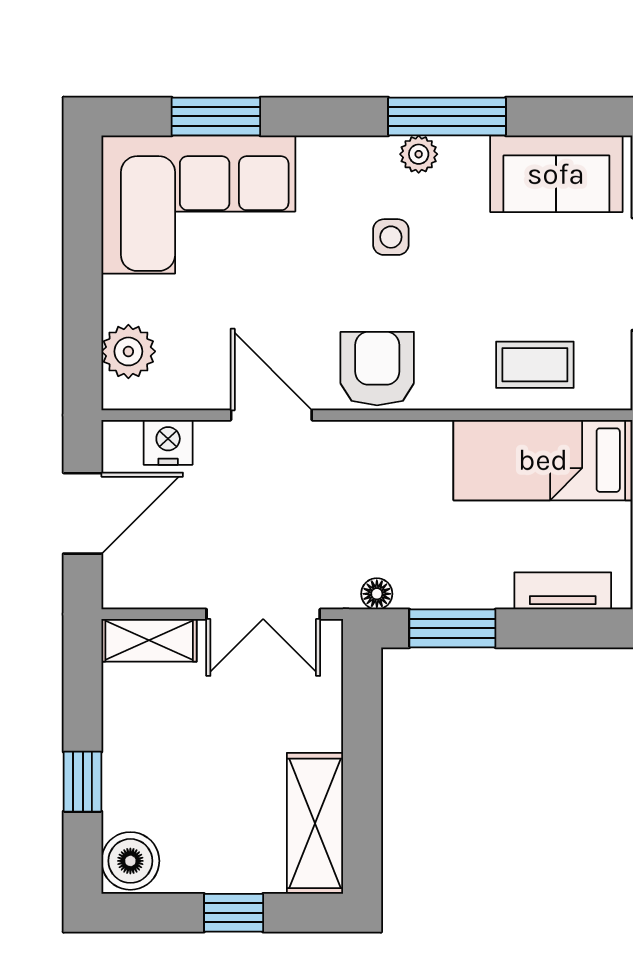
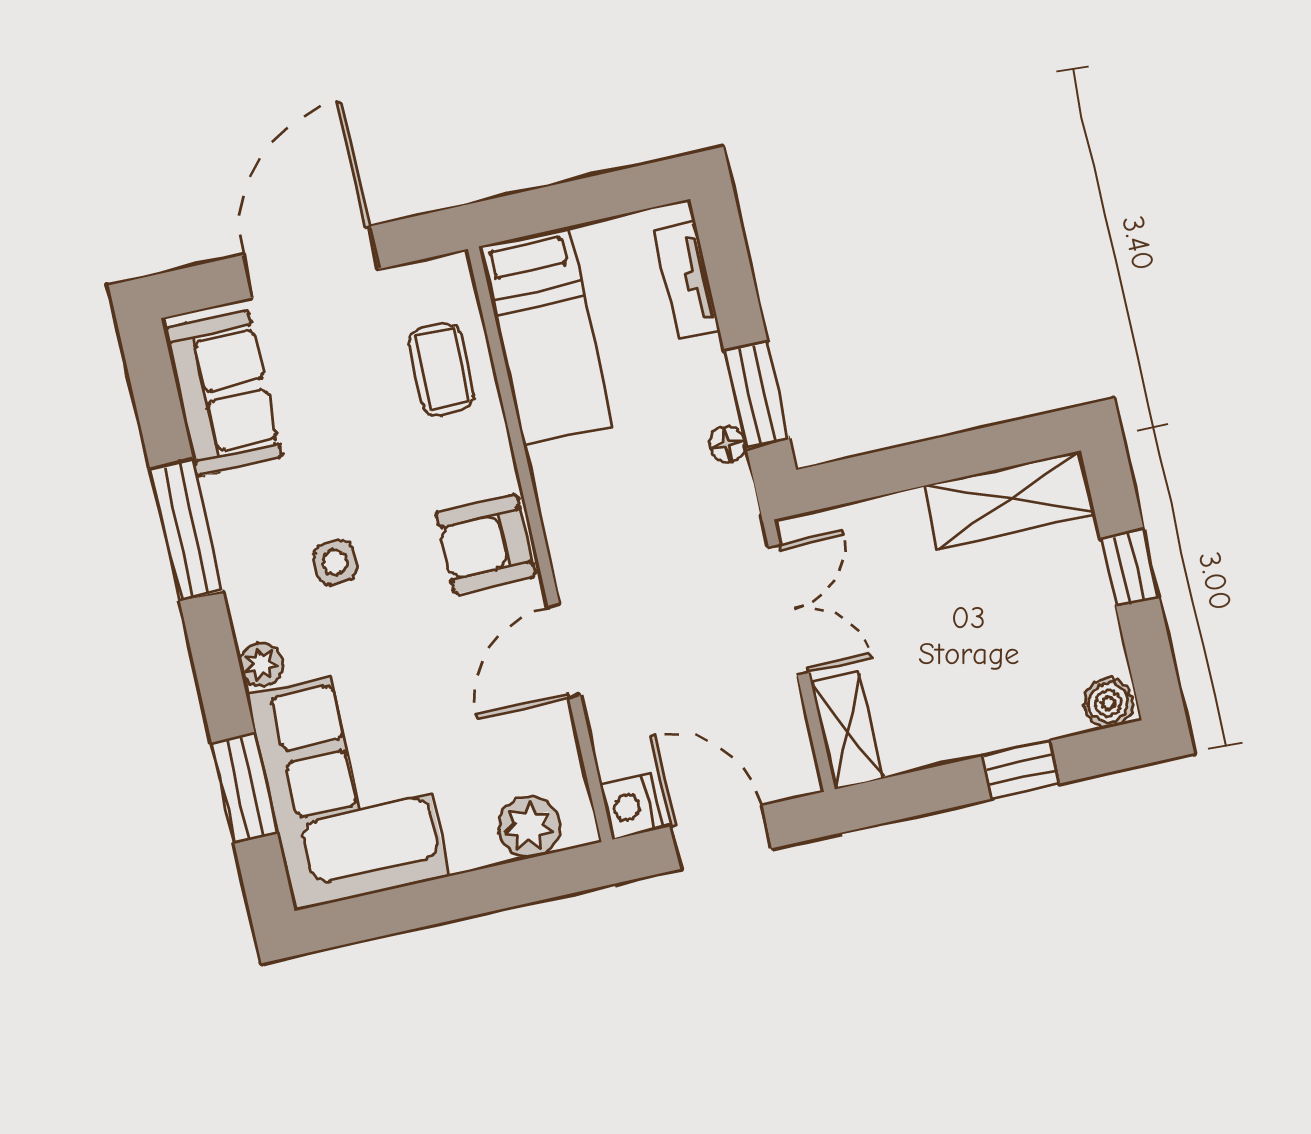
plant: (419, 154) -> (261, 665), moved
nightstand: (168, 442) -> (631, 807), moved
floor lamp: (377, 594) -> (727, 444), moved
boiler: (130, 861) -> (1108, 703), width x0.73, depth x0.73

